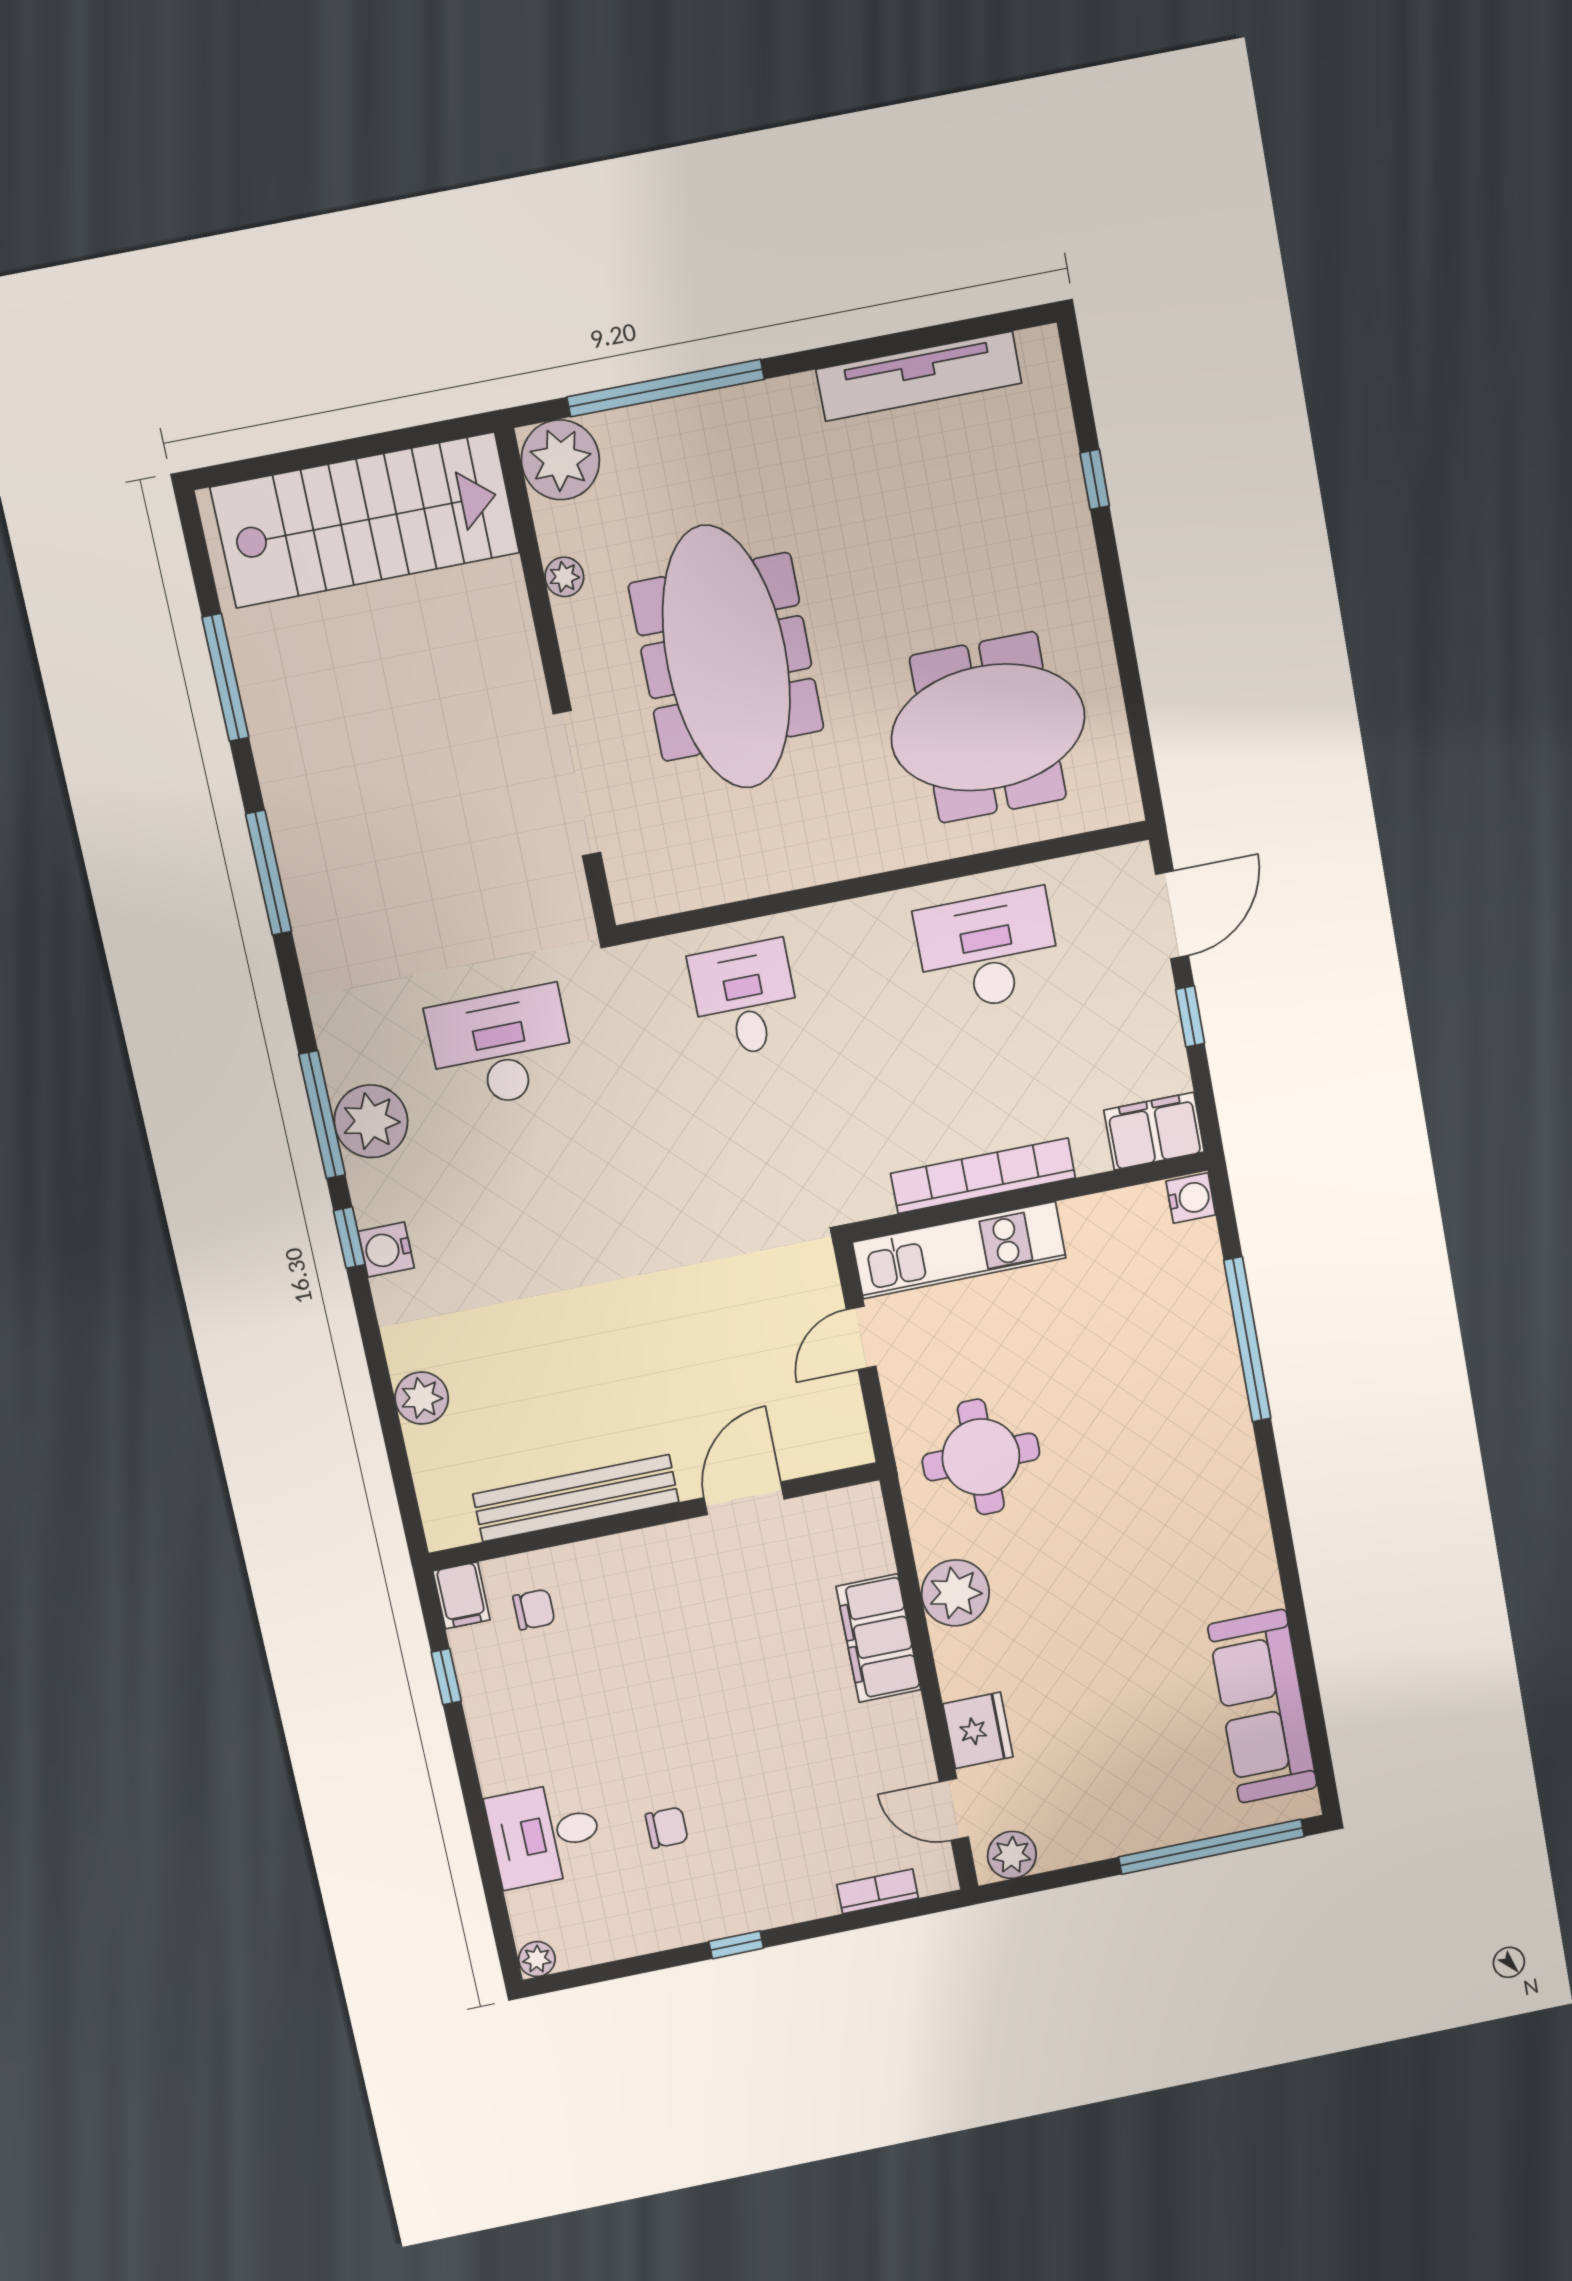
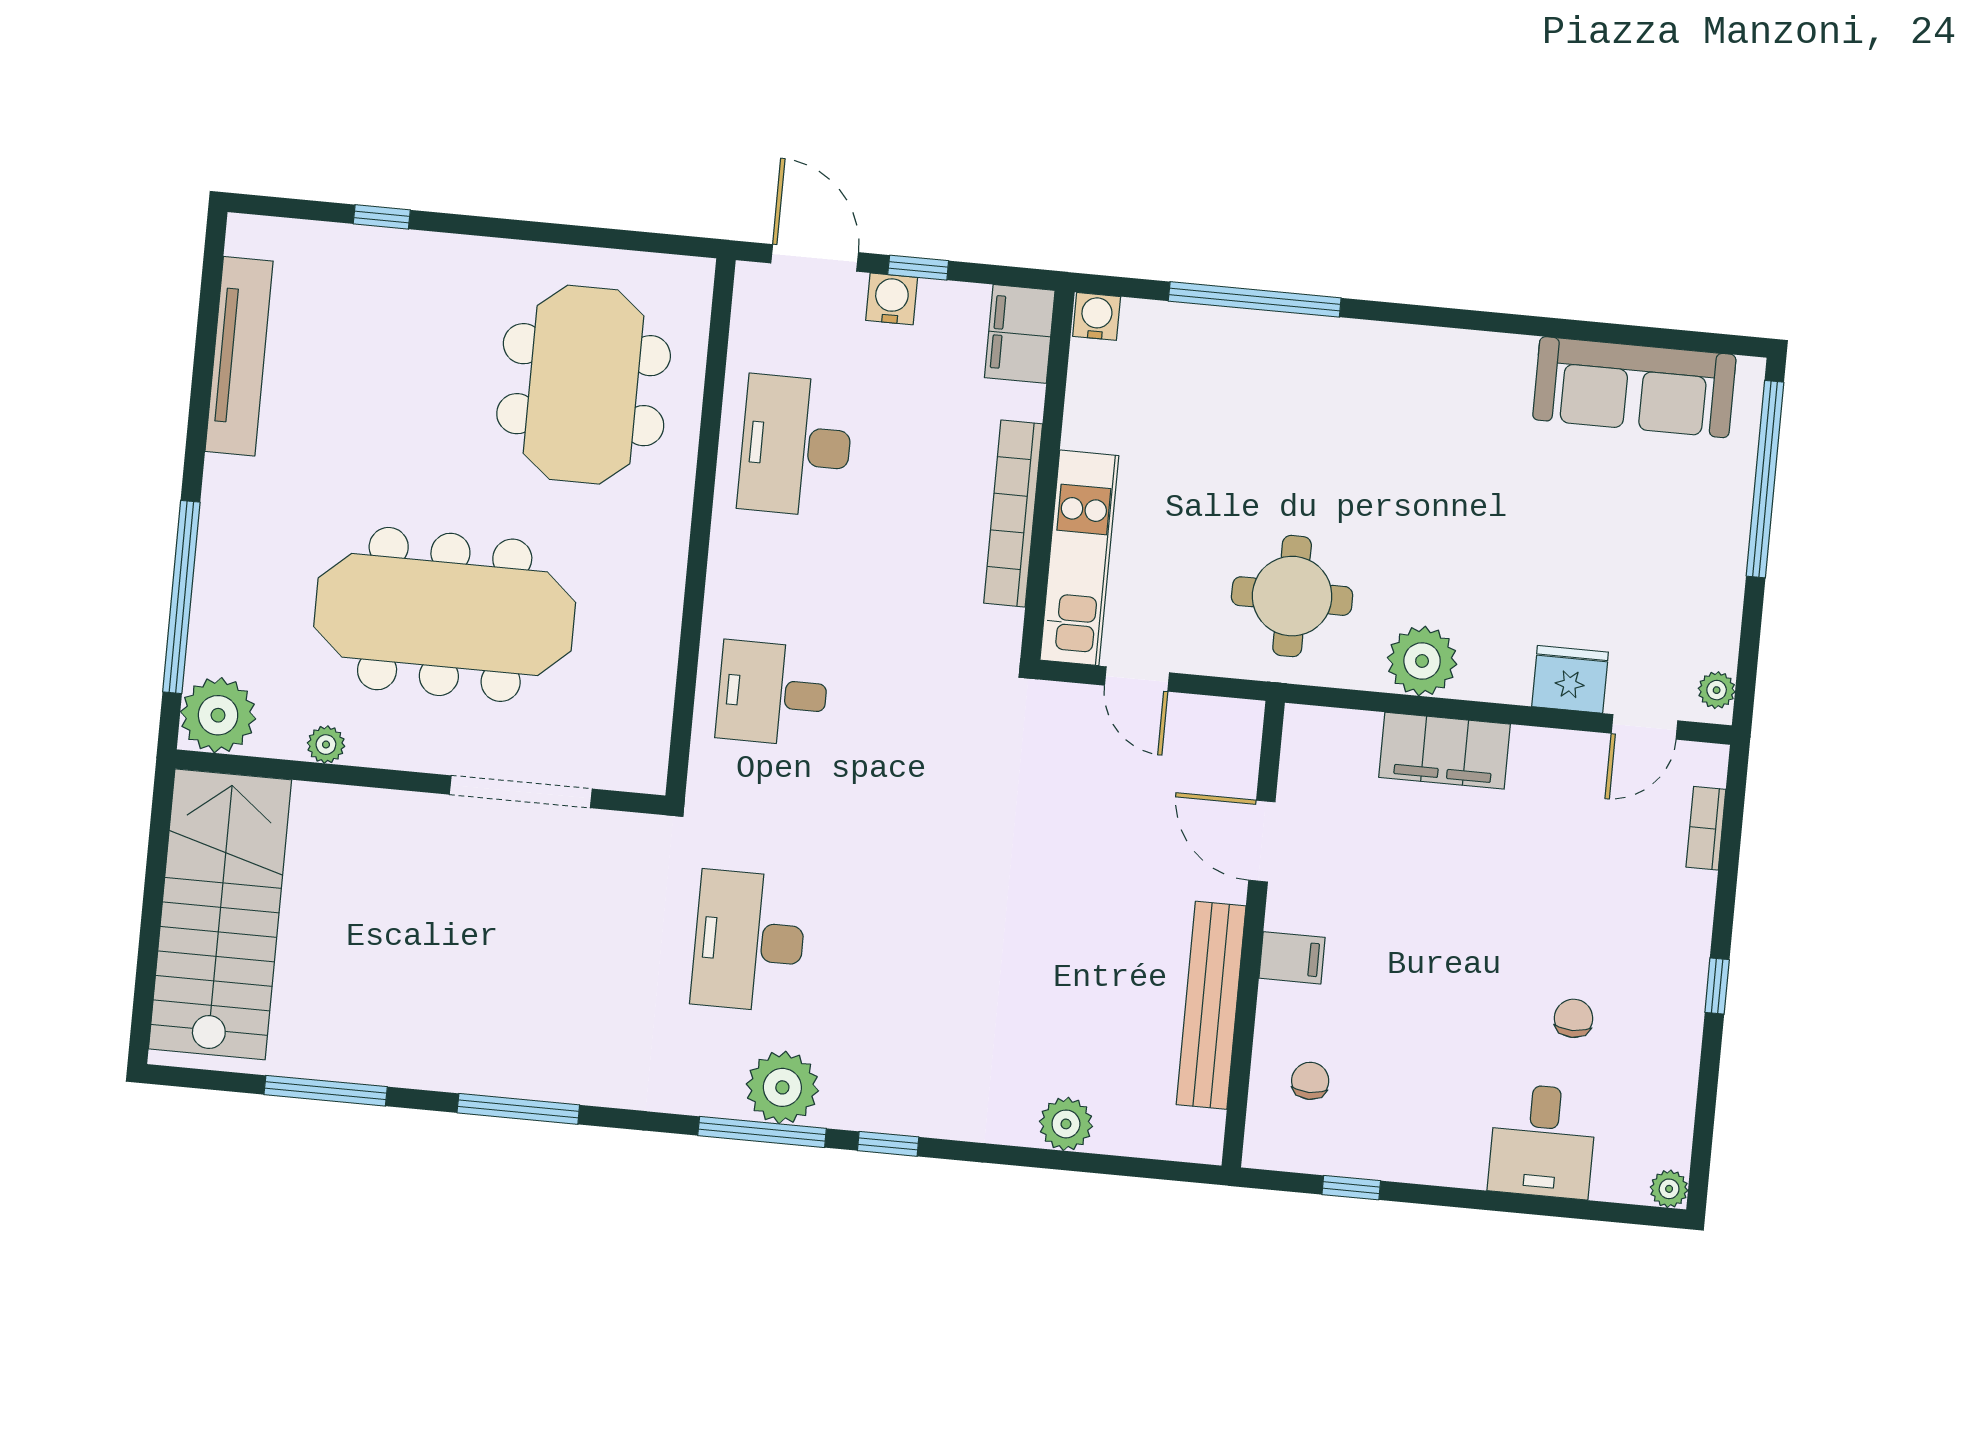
water cooler: (386, 1250) -> (892, 299), moved, turned 180
filing cabinet: (461, 1595) -> (1292, 958), moved
plant: (1012, 1855) -> (1717, 690), width x0.73, depth x0.73

